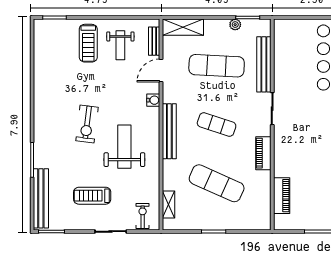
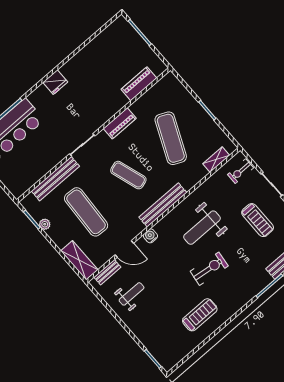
treadmill: (88, 43) -> (200, 315), moved
exercise mat: (217, 125) -> (128, 175), turned -36

